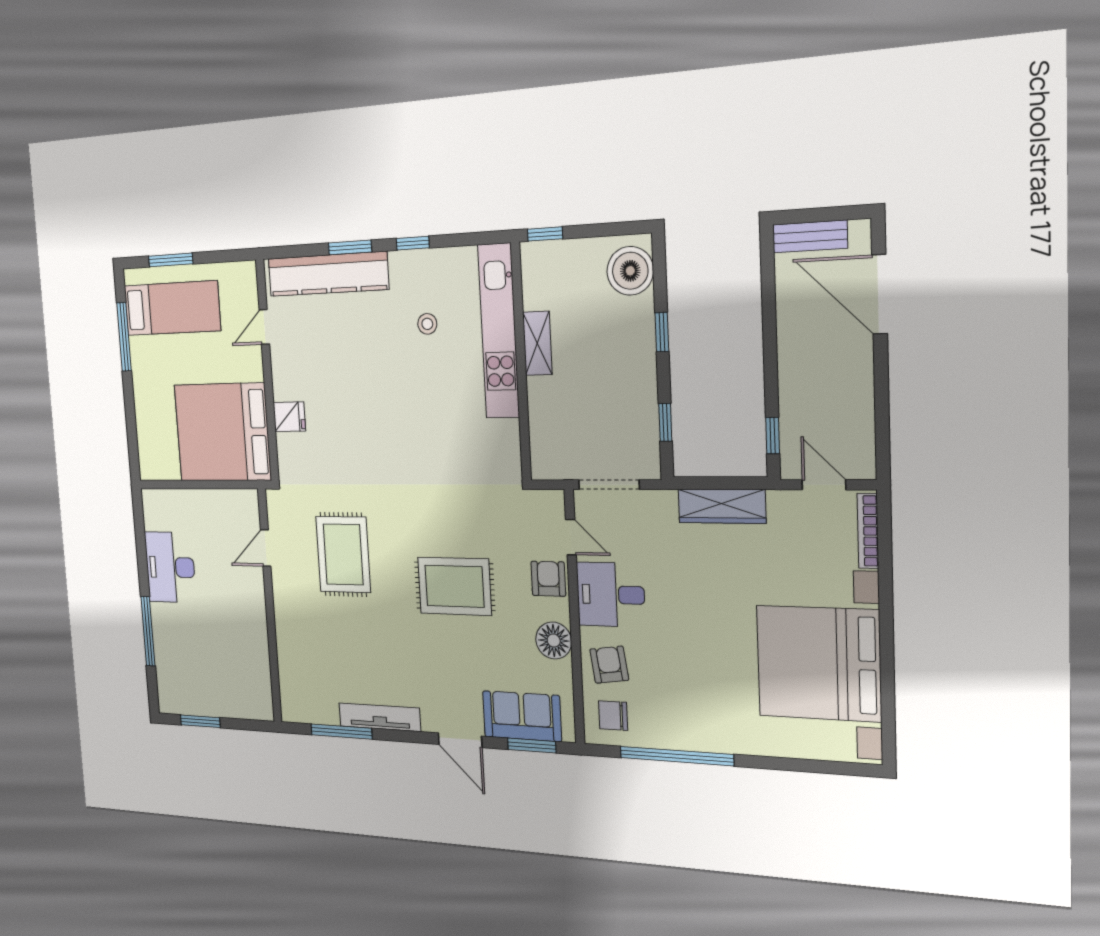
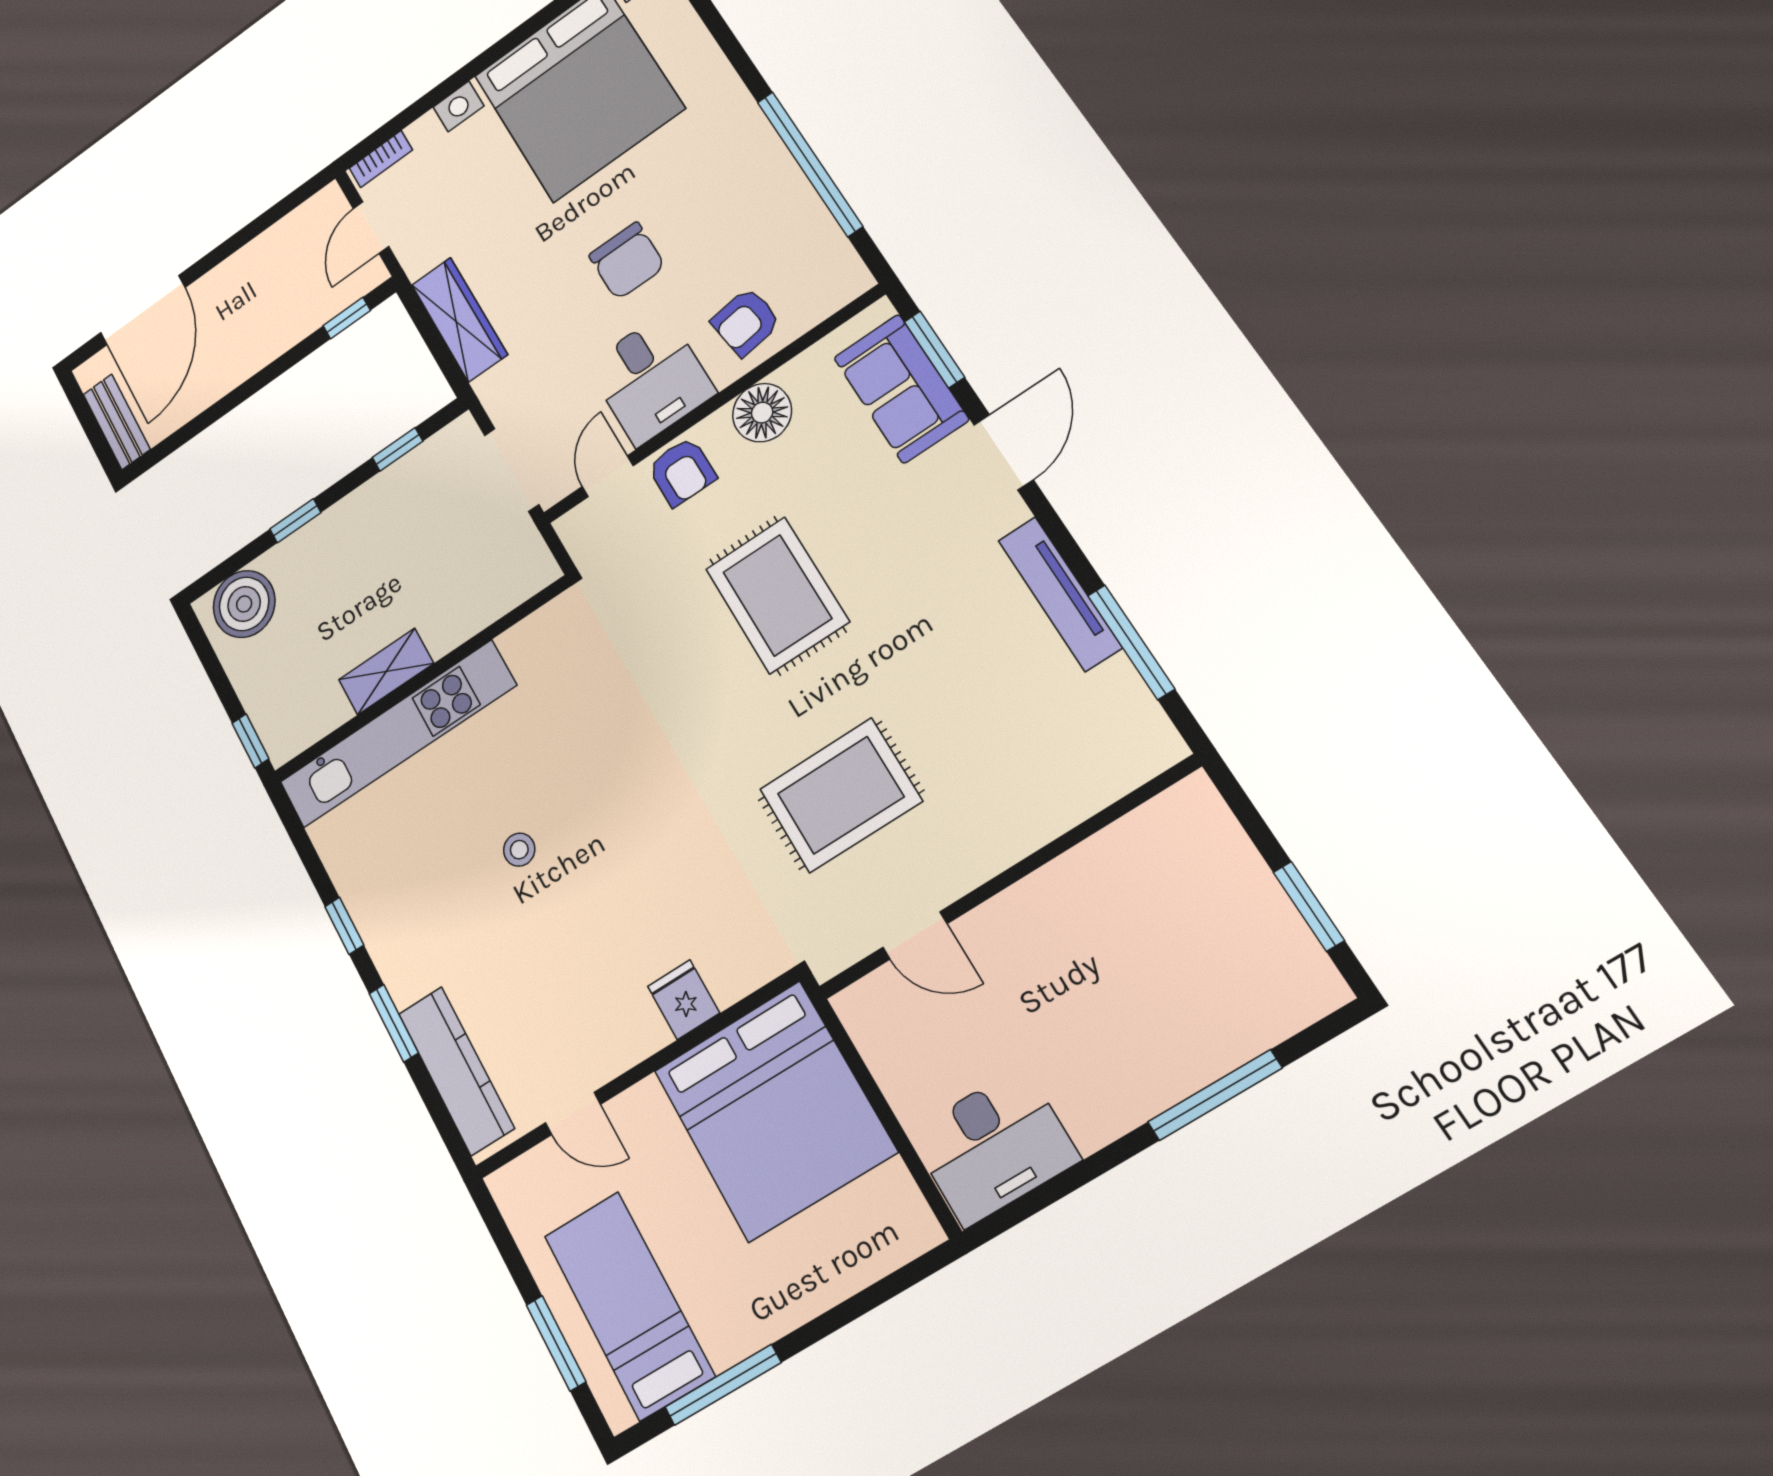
kitchen counter: (328, 274) -> (456, 1071), width x0.72, depth x0.86
stool: (427, 324) -> (519, 850), moved
bookcase: (868, 531) -> (381, 159), width x0.64
desk: (170, 567) -> (994, 1146), moved
armchair: (548, 579) -> (682, 472), turned -90
chair: (613, 716) -> (627, 261), moved, width x1.37, depth x1.37

